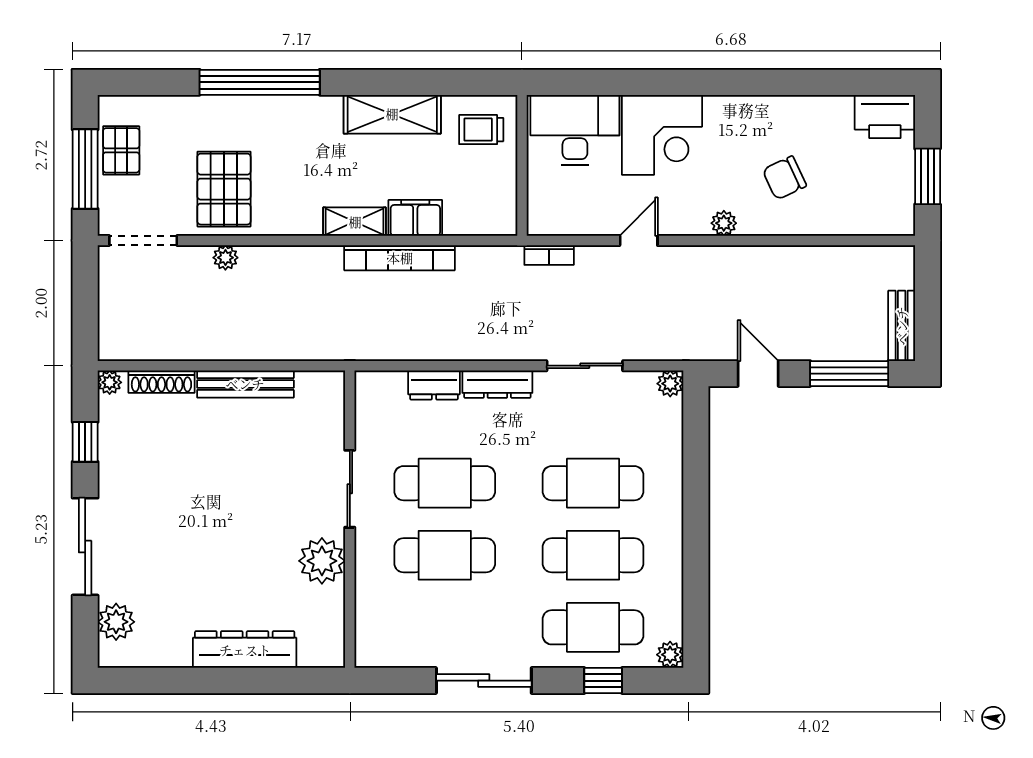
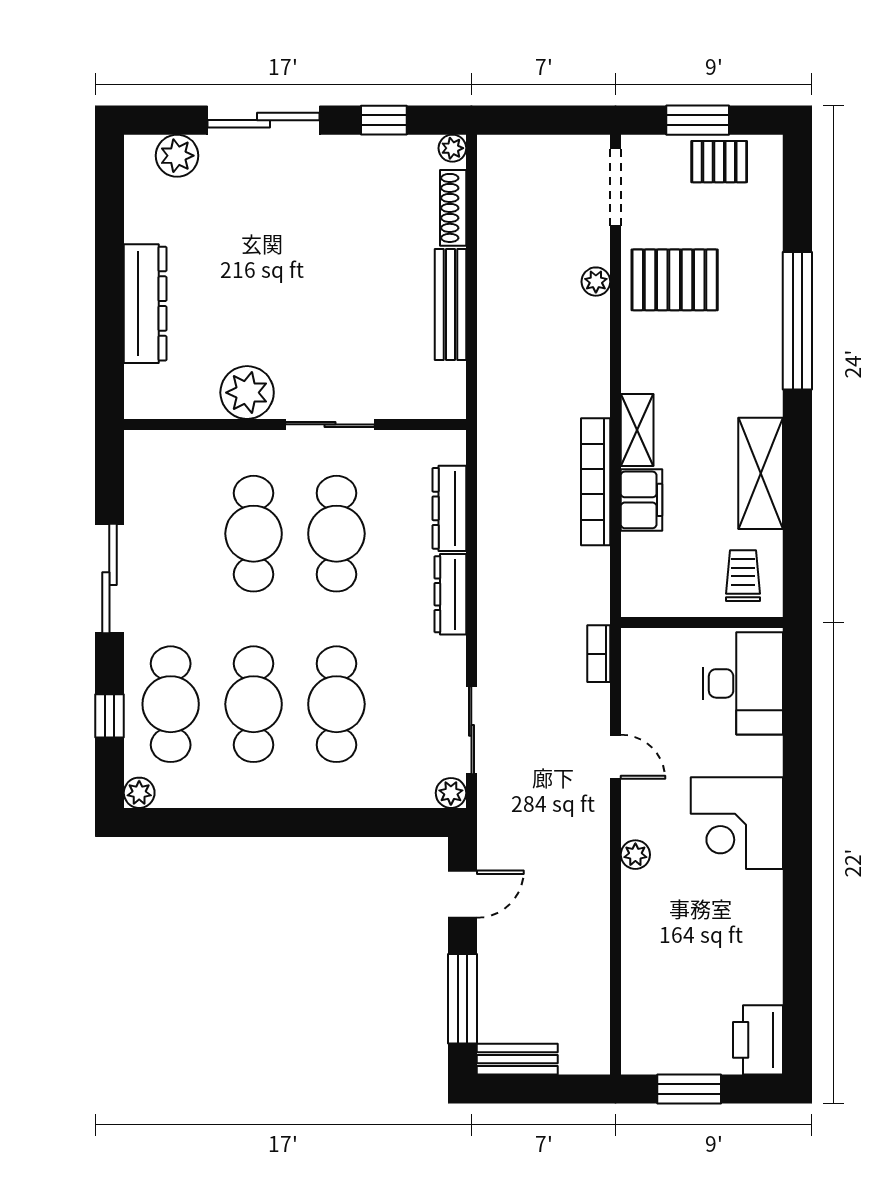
corner desk: (662, 135) -> (737, 823), moved
window: (85, 169) -> (698, 120), width x0.69
chair: (784, 178) -> (688, 924), removed
sliding door: (585, 366) -> (471, 730), moved
dresser: (434, 385) -> (449, 508), width x1.44

